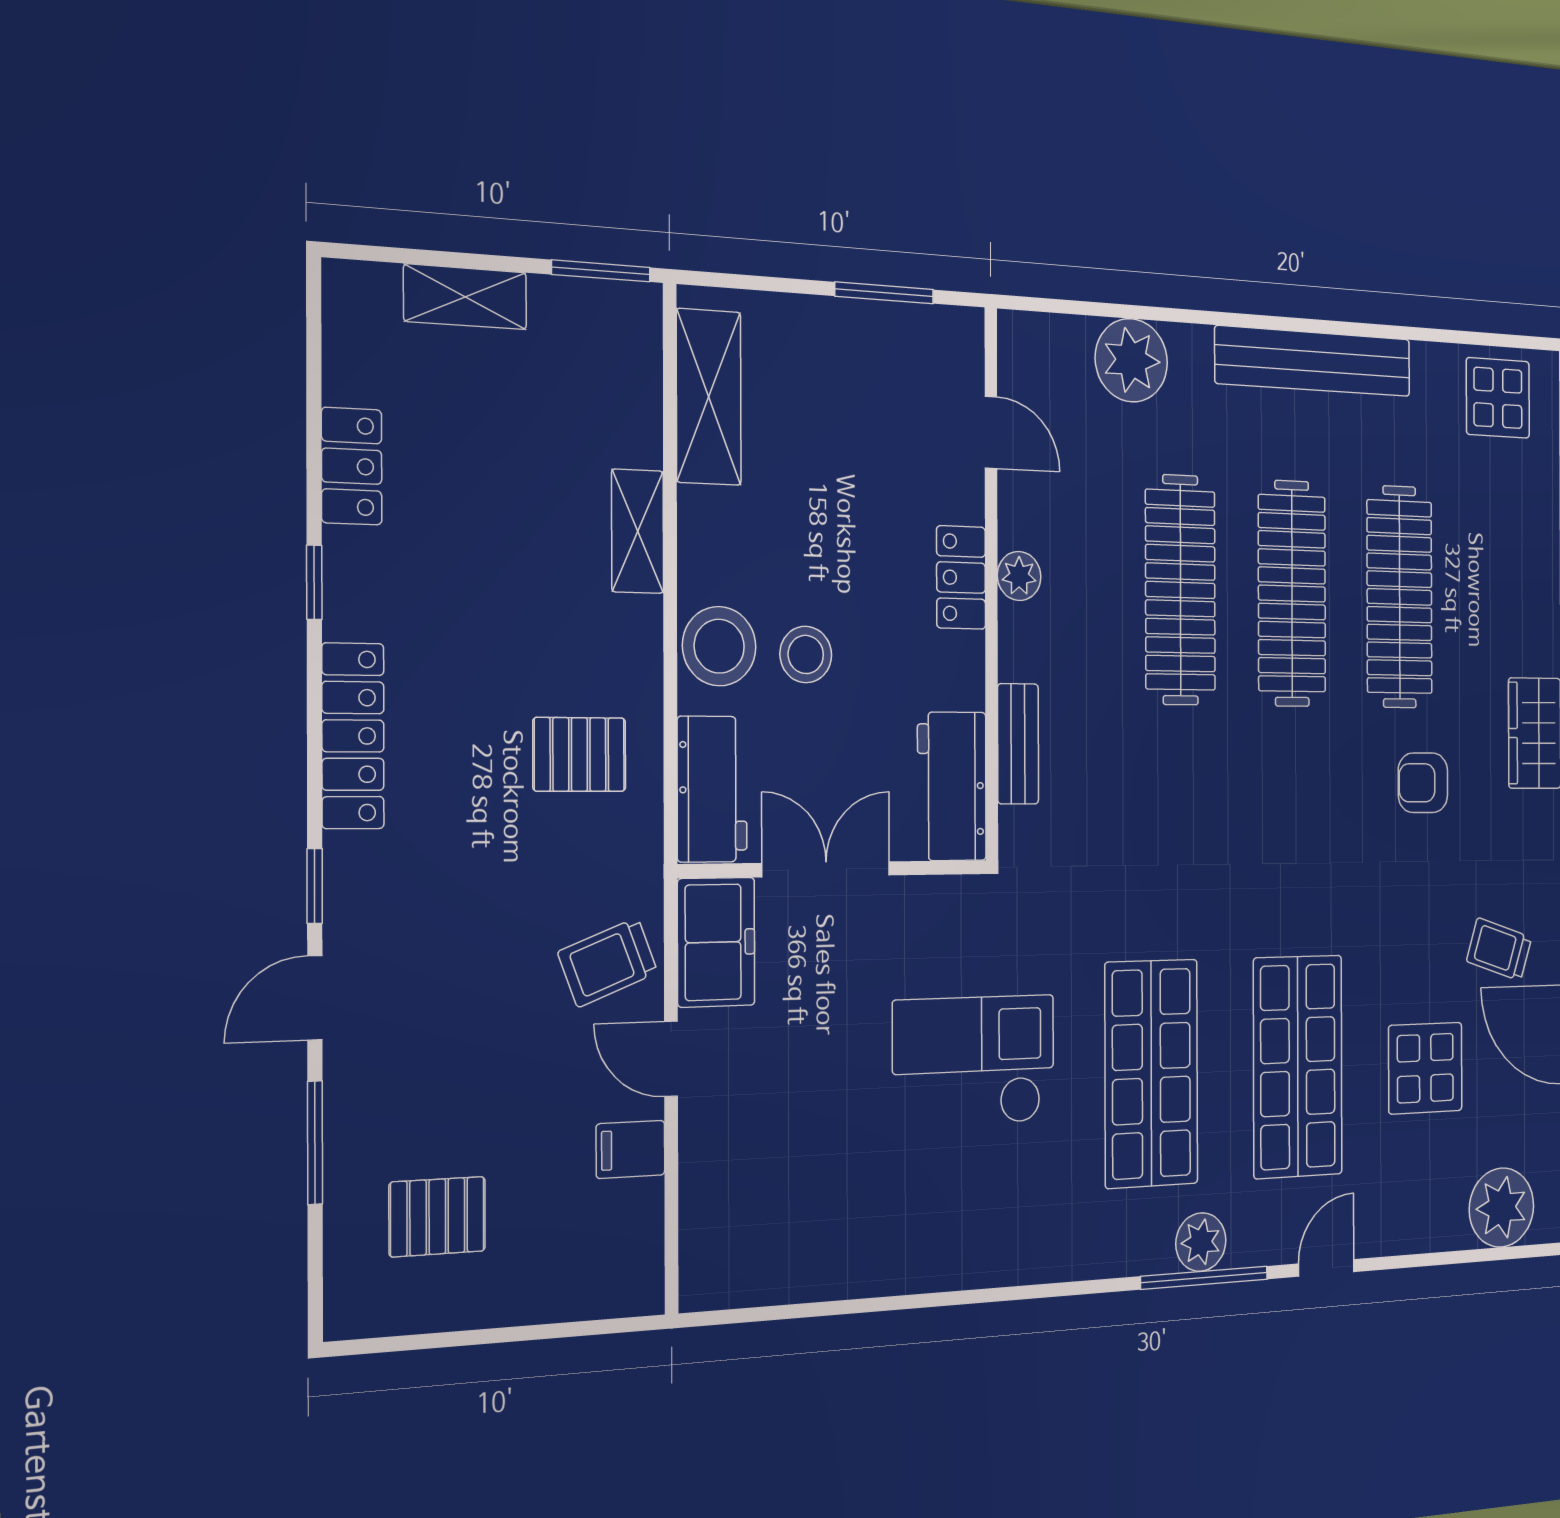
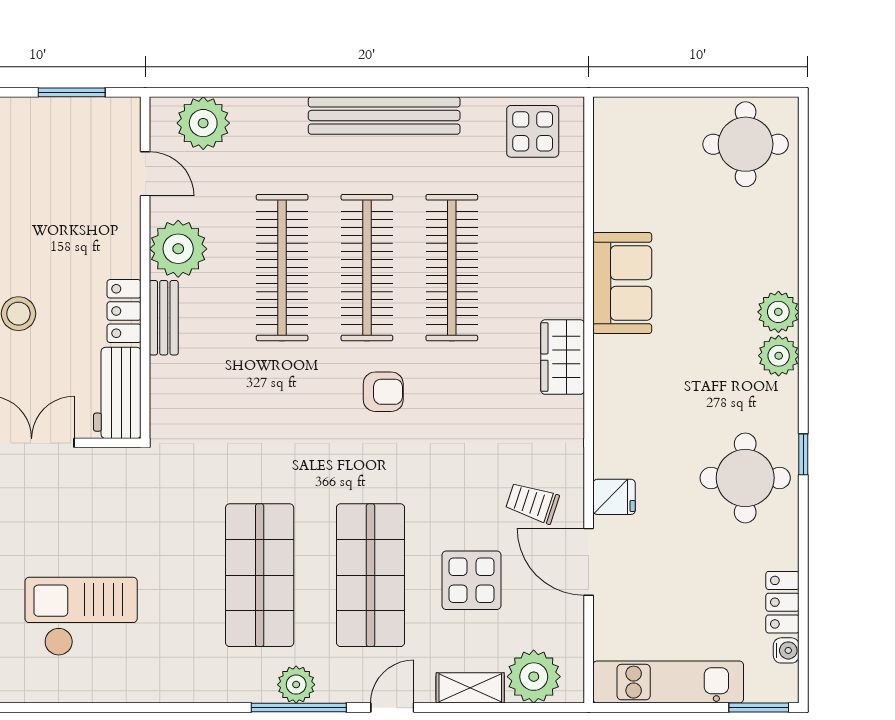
plant: (1131, 360) -> (203, 123), moved
plant: (1019, 576) -> (178, 249), width x1.88, depth x1.88
locker: (961, 578) -> (124, 311), moved
bench: (1018, 744) -> (164, 318), moved
armchair: (1423, 783) -> (383, 392), moved, turned 180
checkout: (974, 1061) -> (81, 616), moved
shelving: (1424, 1230) -> (470, 688), added

